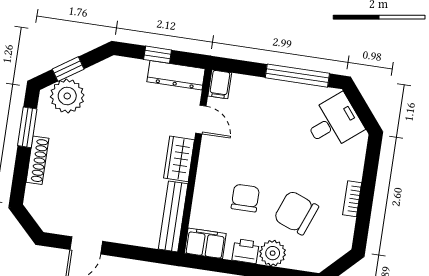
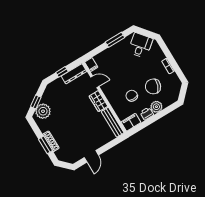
window: (297, 76) -> (115, 40), width x0.69
window: (27, 127) -> (45, 145), moved

